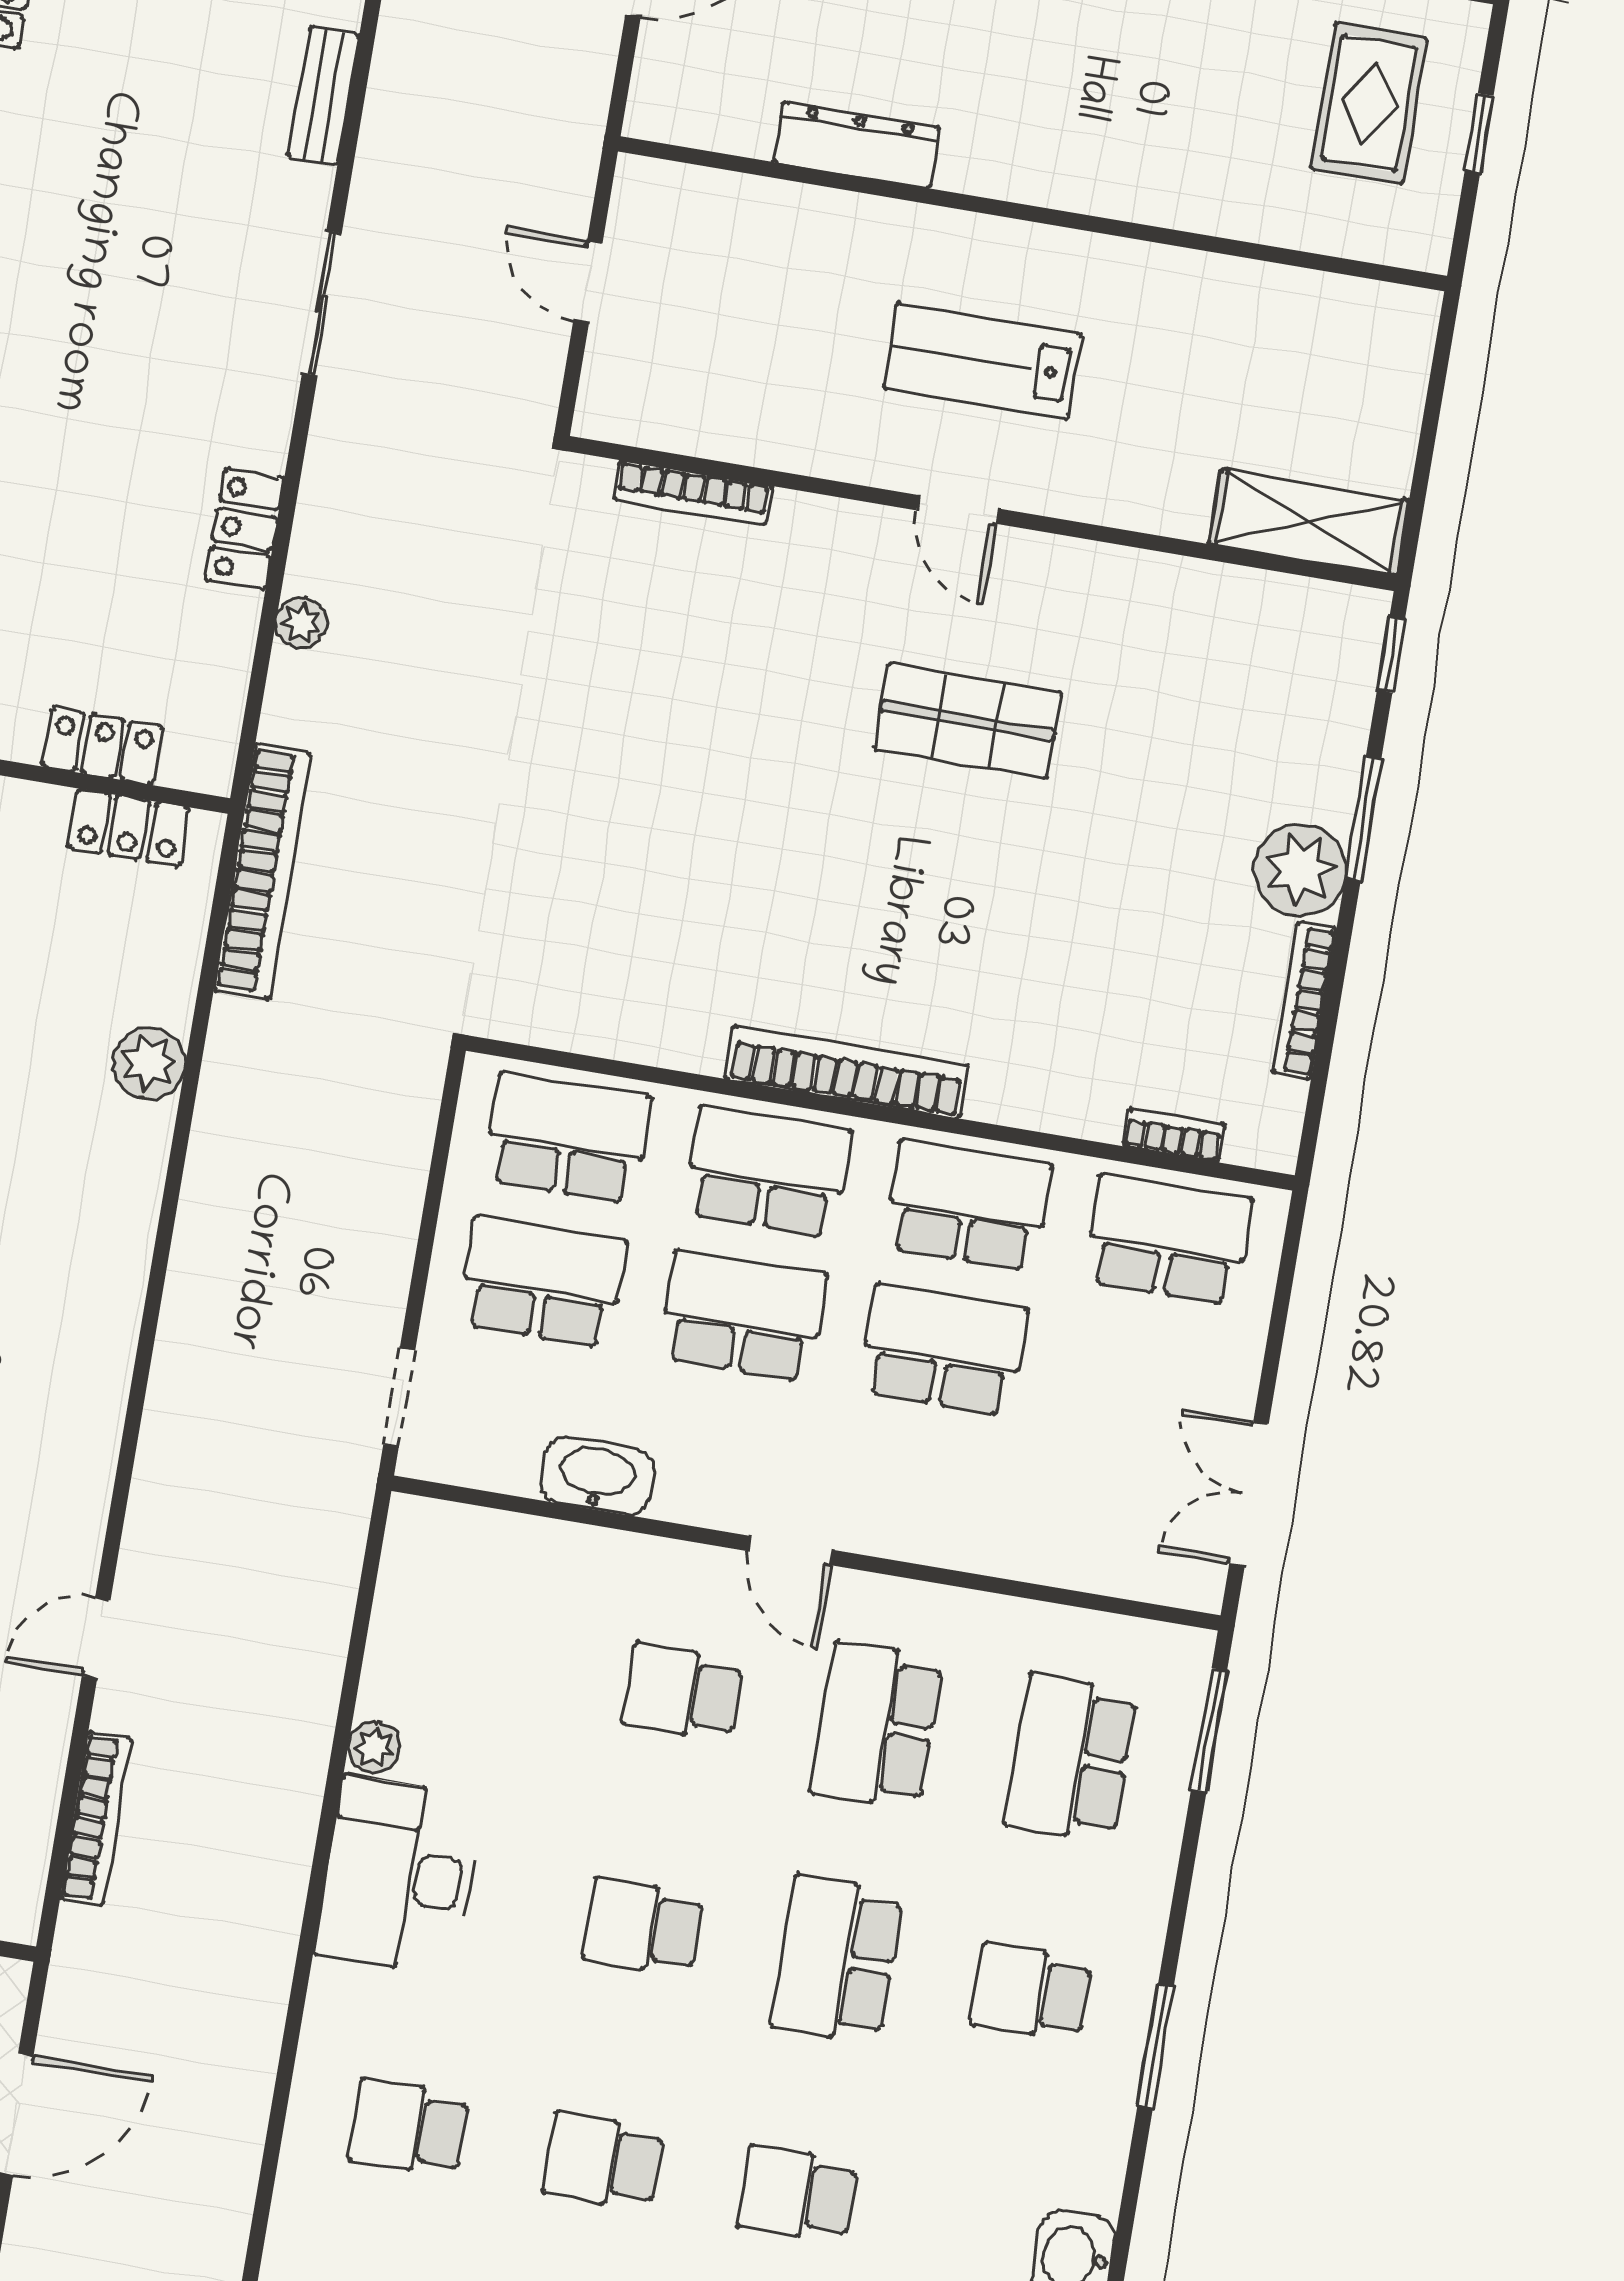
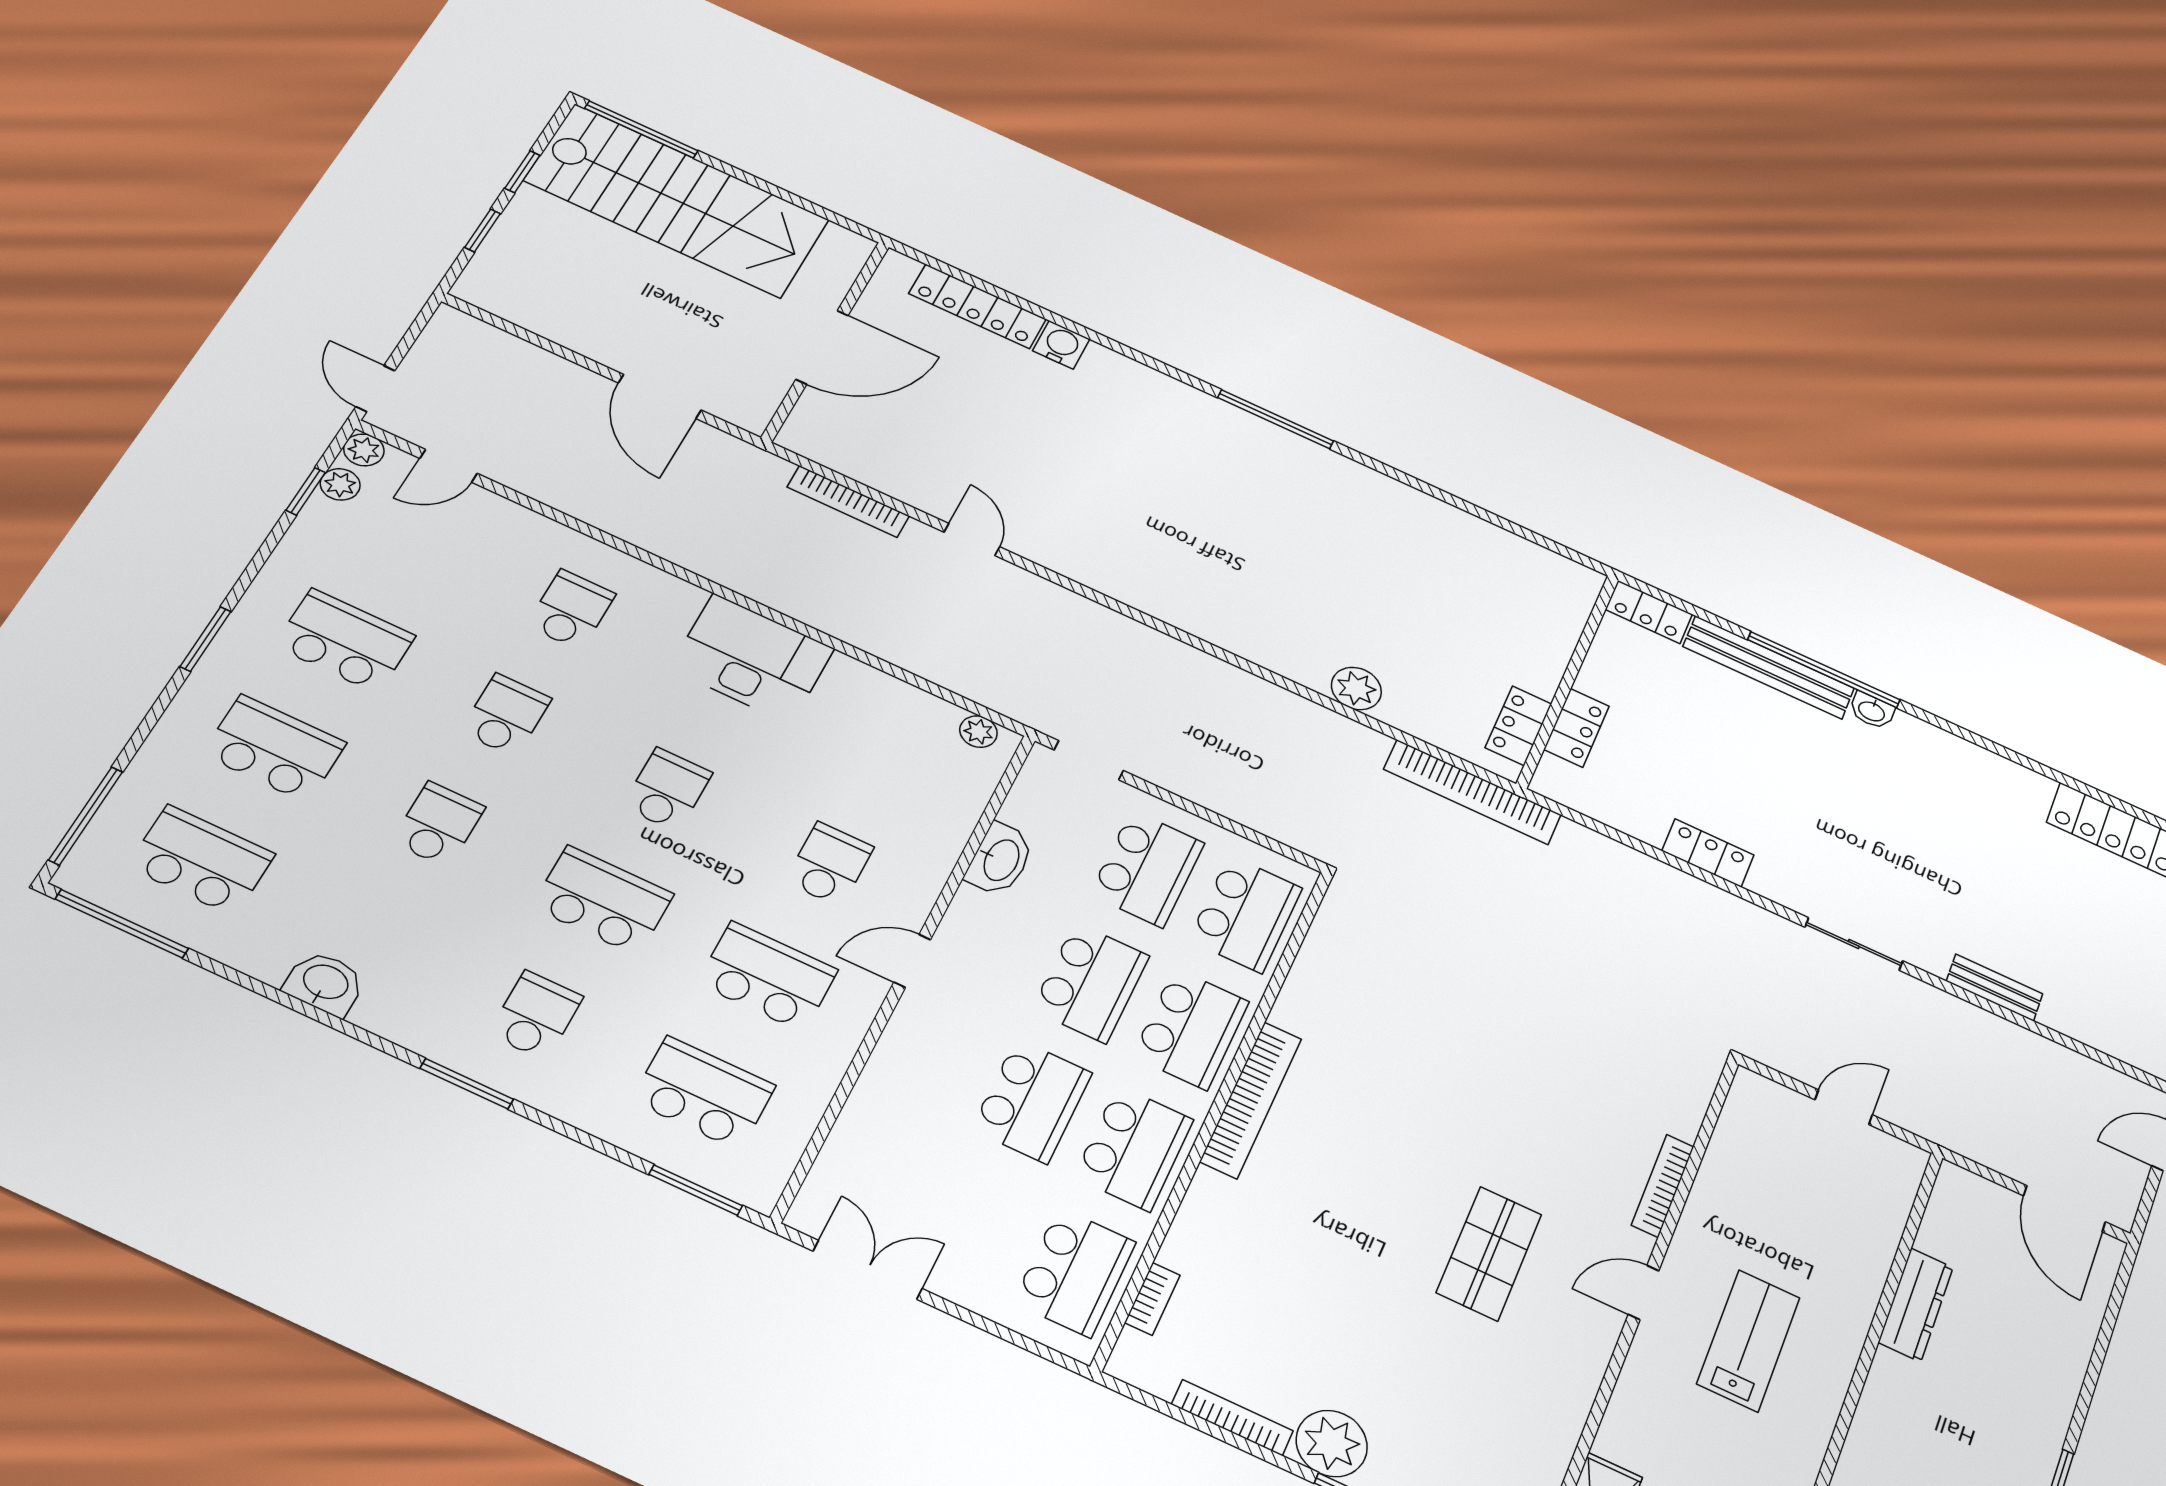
bookcase: (693, 493) -> (1663, 1186), moved
plant: (301, 622) -> (1638, 866), removed
plant: (374, 1747) -> (978, 732), moved

